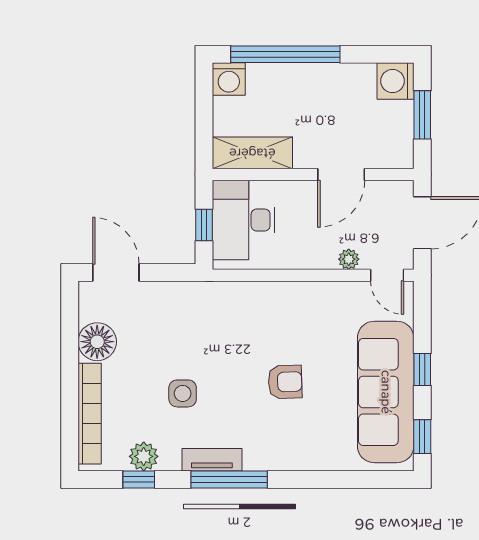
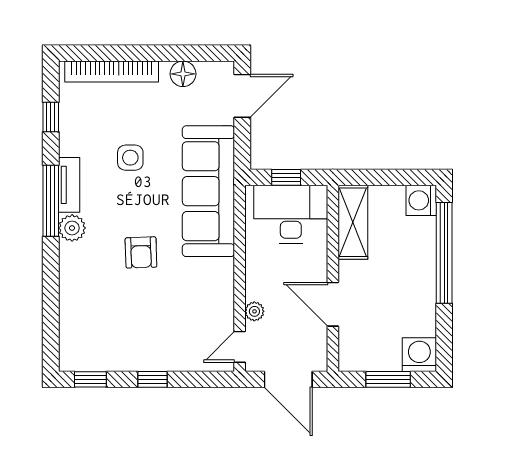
floor lamp: (97, 342) -> (183, 74), width x0.73, depth x0.73
sofa: (386, 392) -> (208, 191), moved, turned -90
plant: (144, 456) -> (72, 228), moved

